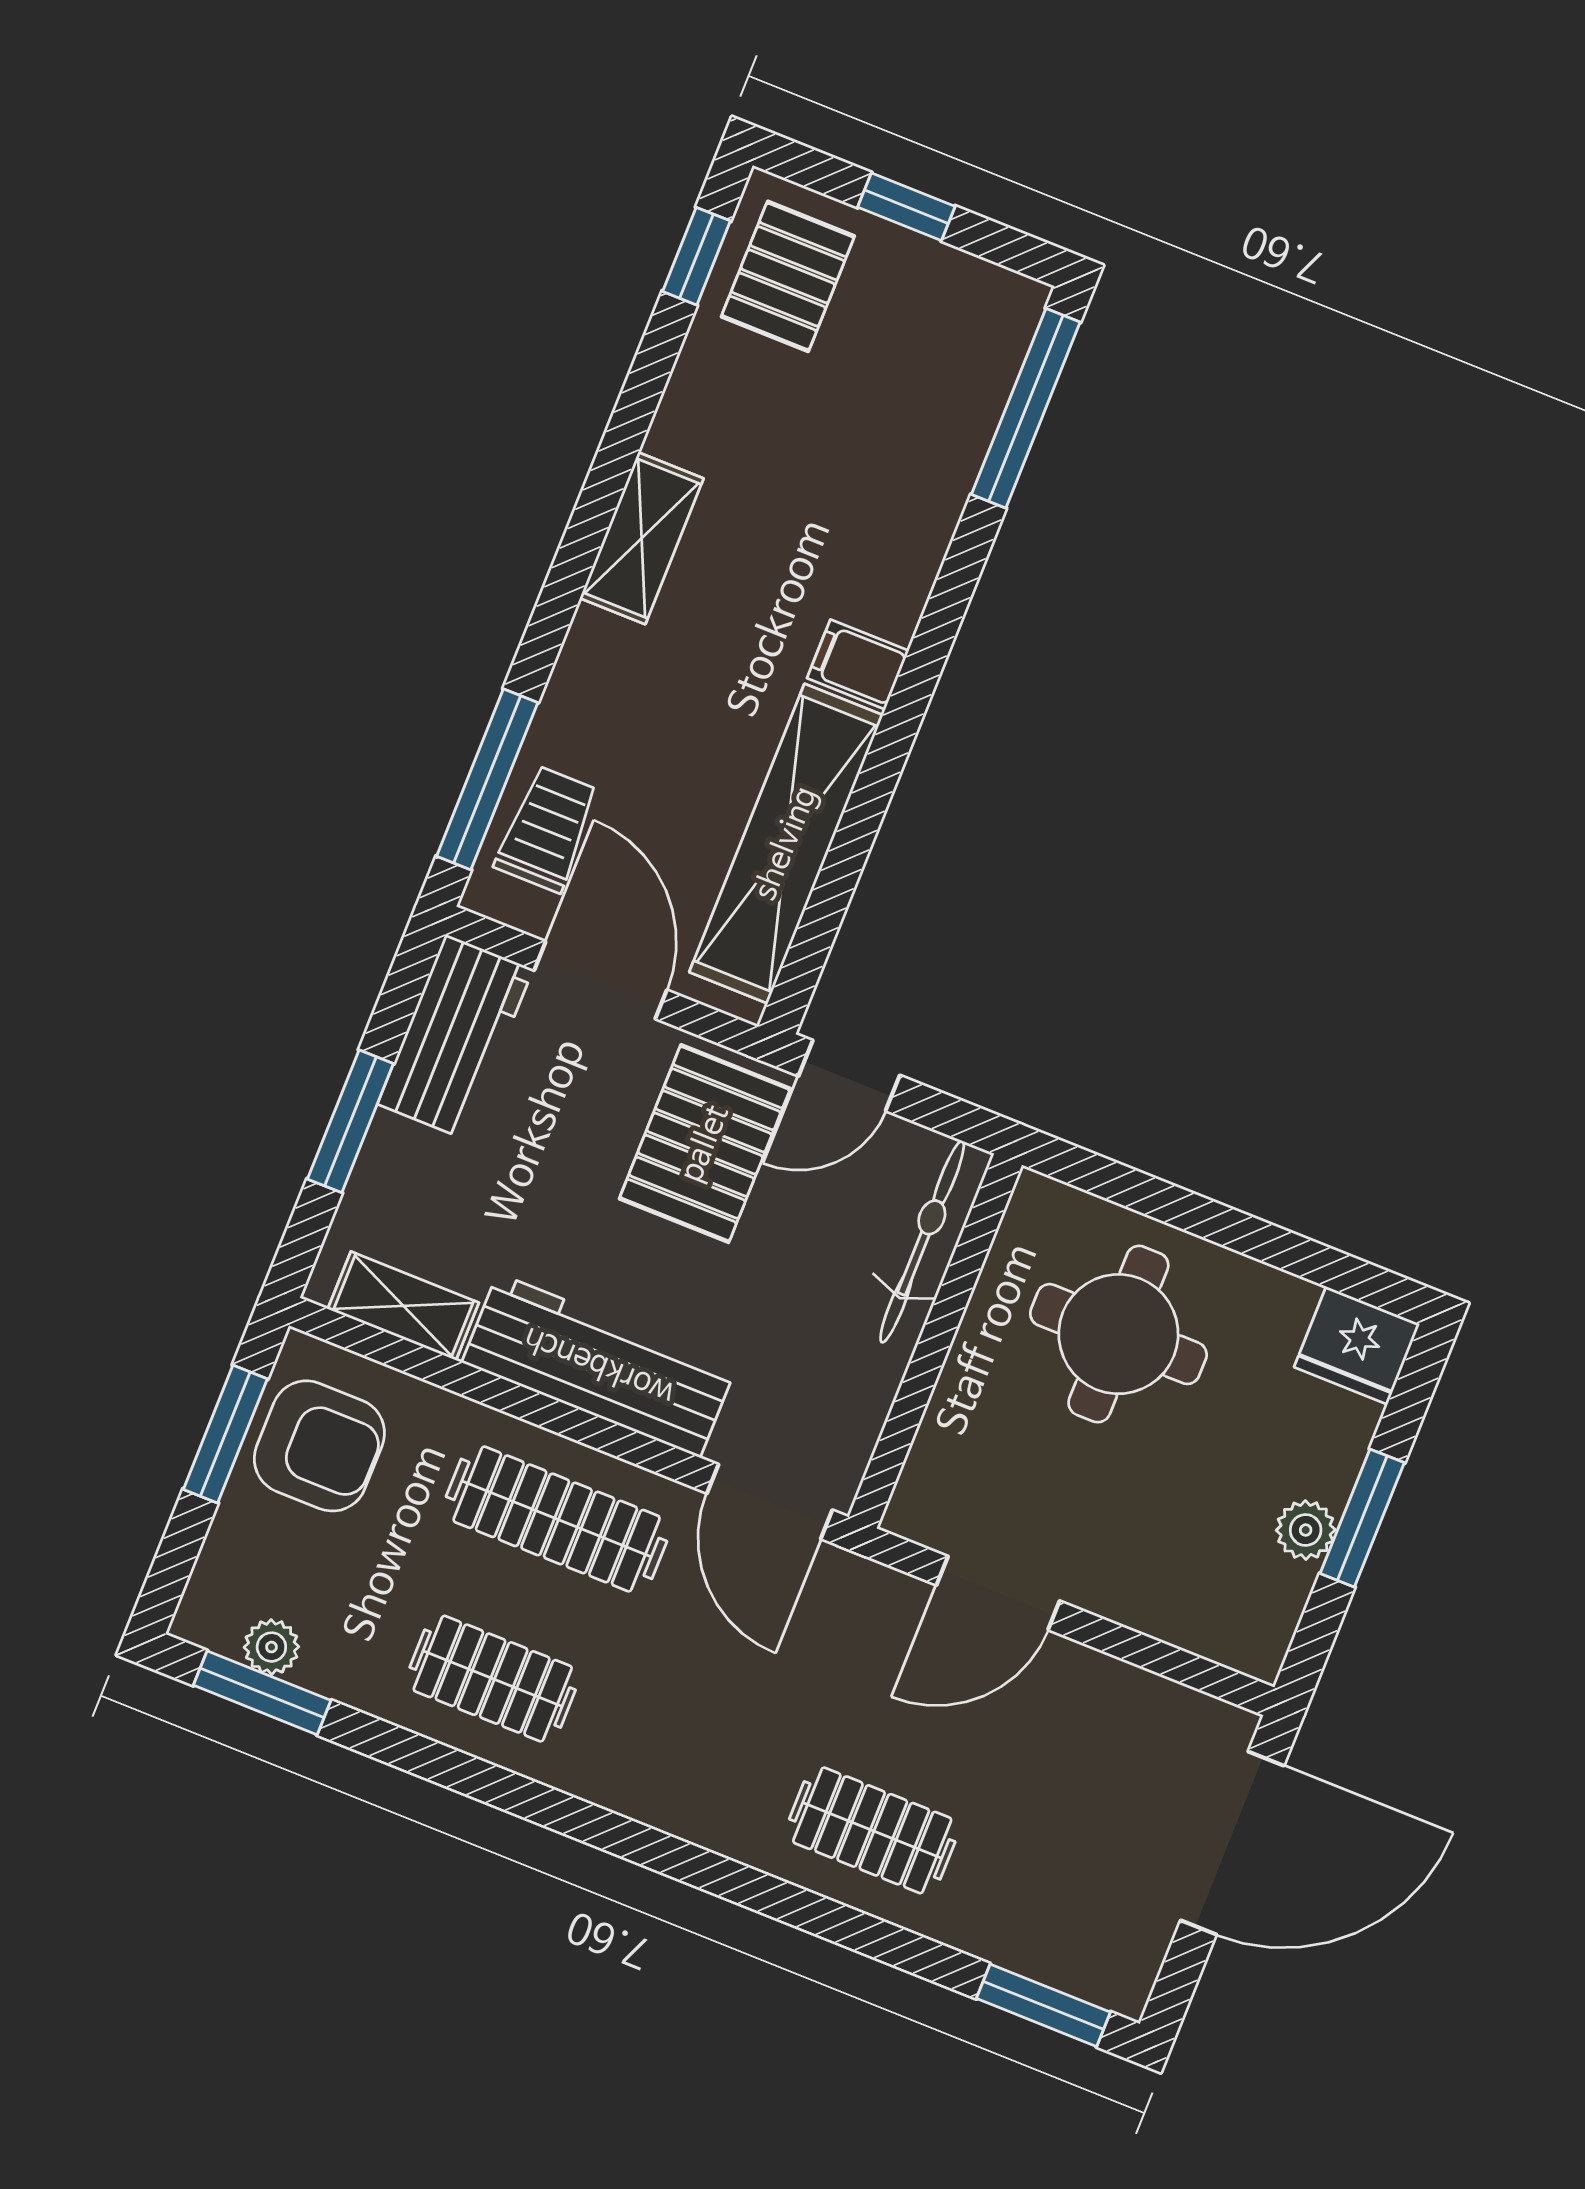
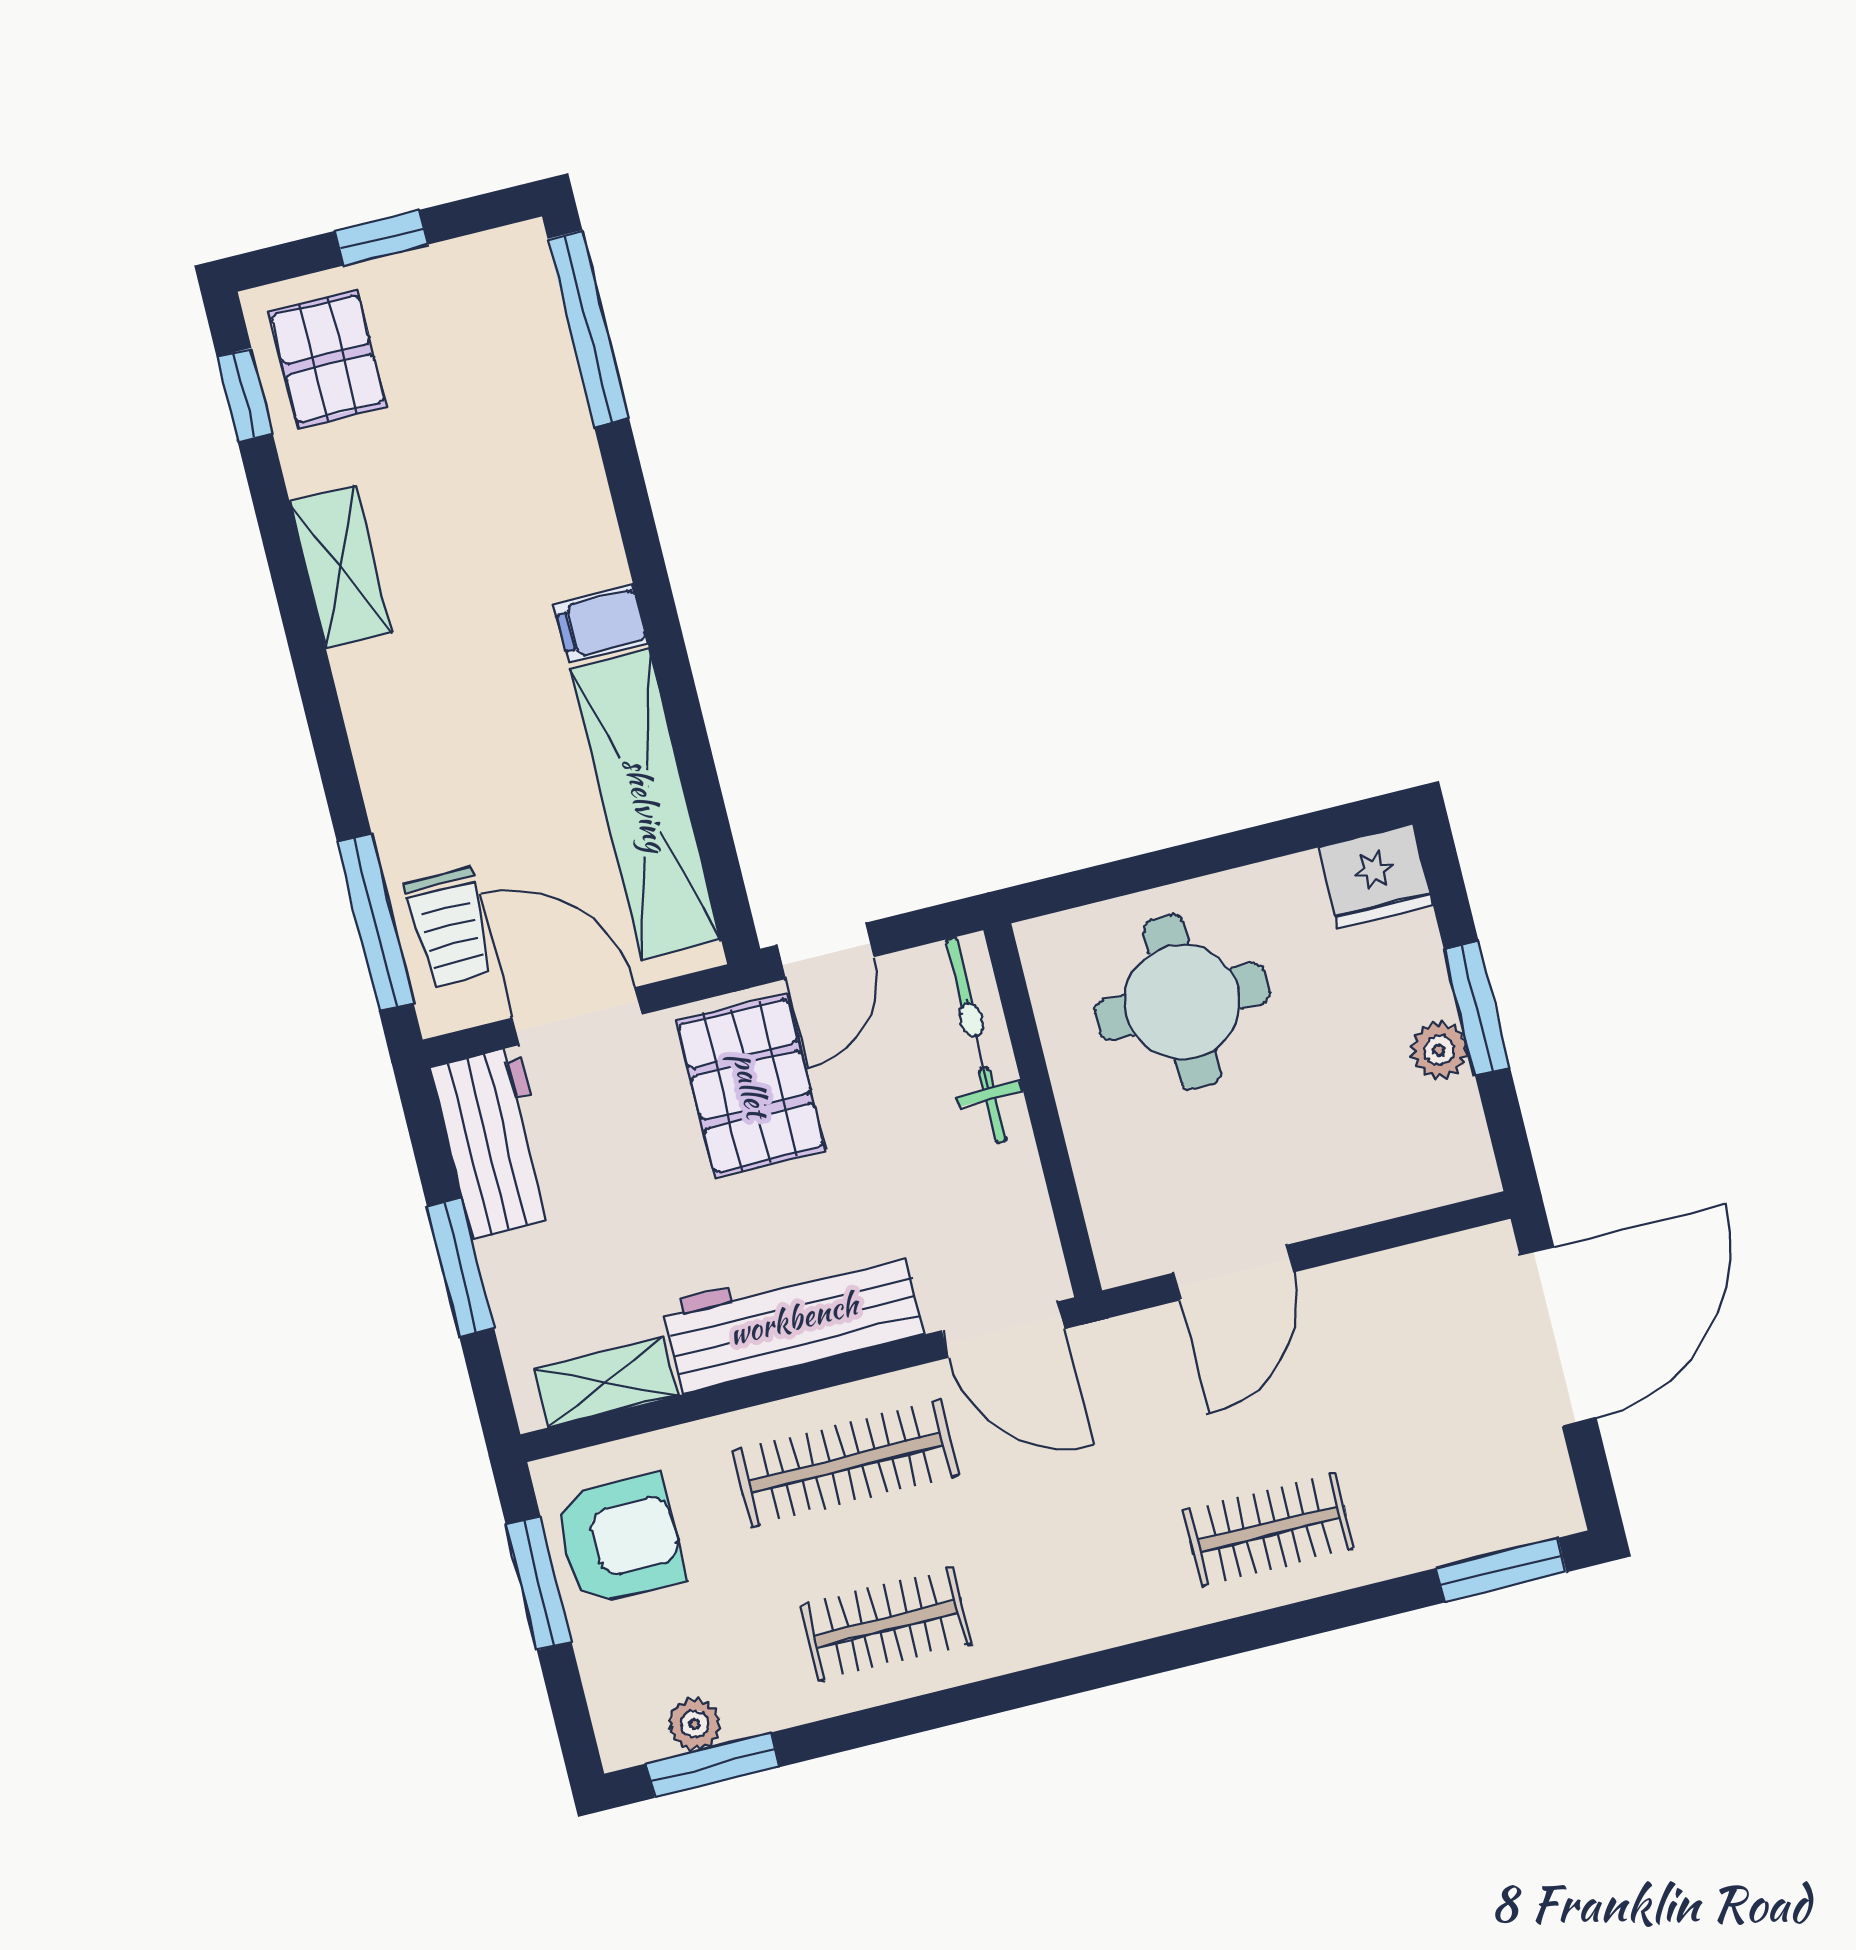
shelving: (642, 538) -> (341, 568), moved
trolley: (547, 829) -> (450, 928), turned 180

